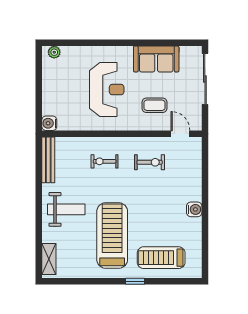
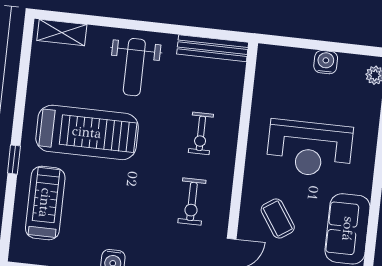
coffee table: (154, 105) -> (278, 219), turned -34
water cooler: (49, 123) -> (326, 62), moved
exercise bike: (105, 161) -> (201, 133), turned 180

